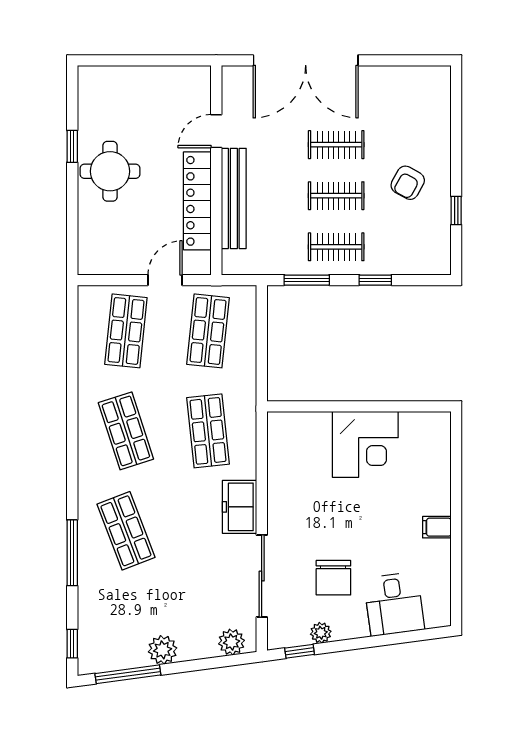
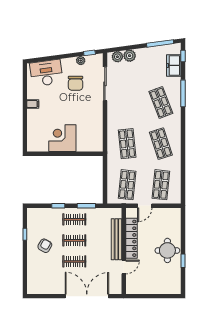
freezer: (239, 507) -> (174, 65), moved, turned 180
chair: (333, 578) -> (75, 83), turned 180
desk: (394, 604) -> (46, 73), width x1.37
plant: (163, 650) -> (130, 56), moved

